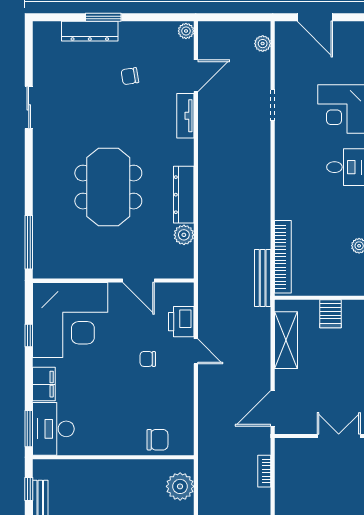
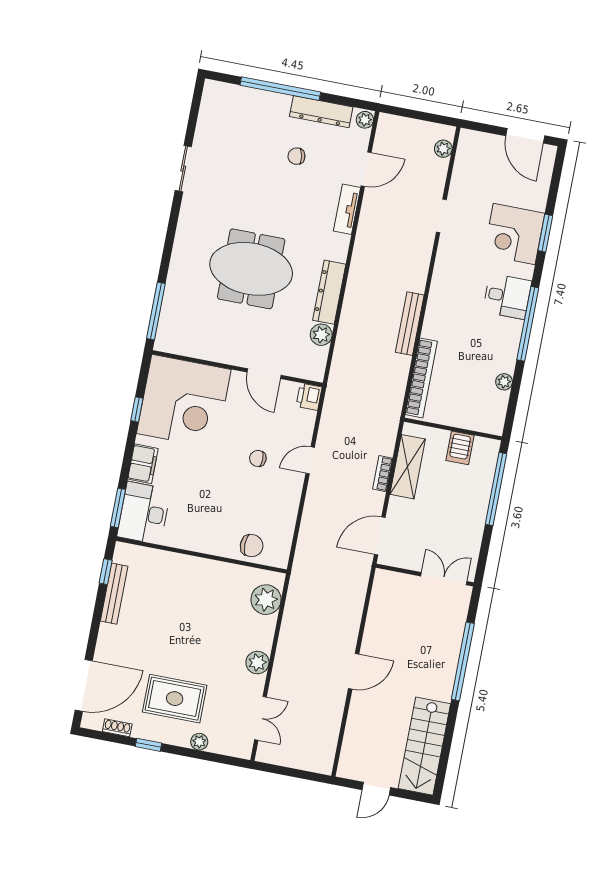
window: (103, 17) -> (280, 89), width x2.11
door: (315, 17) -> (525, 136), moved
dresser: (90, 31) -> (321, 112), moved
meeting table: (108, 187) -> (251, 269), turned 90
bench: (263, 278) -> (410, 324), moved
printer: (181, 322) -> (309, 397), moved, width x0.73, depth x0.81
door: (196, 351) -> (310, 460), swing flipped
bookcase: (264, 471) -> (383, 474), moved

